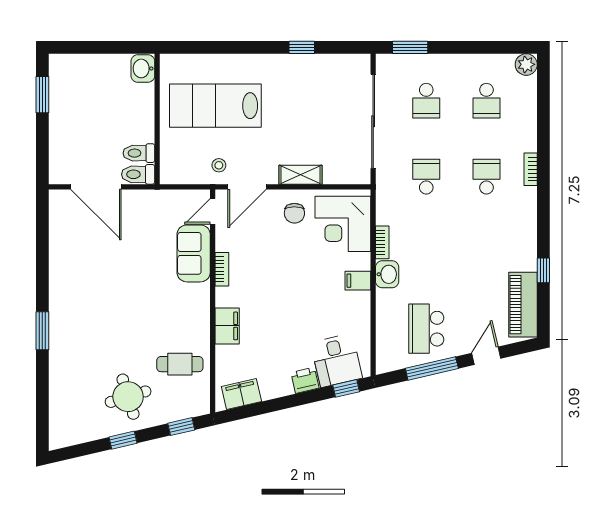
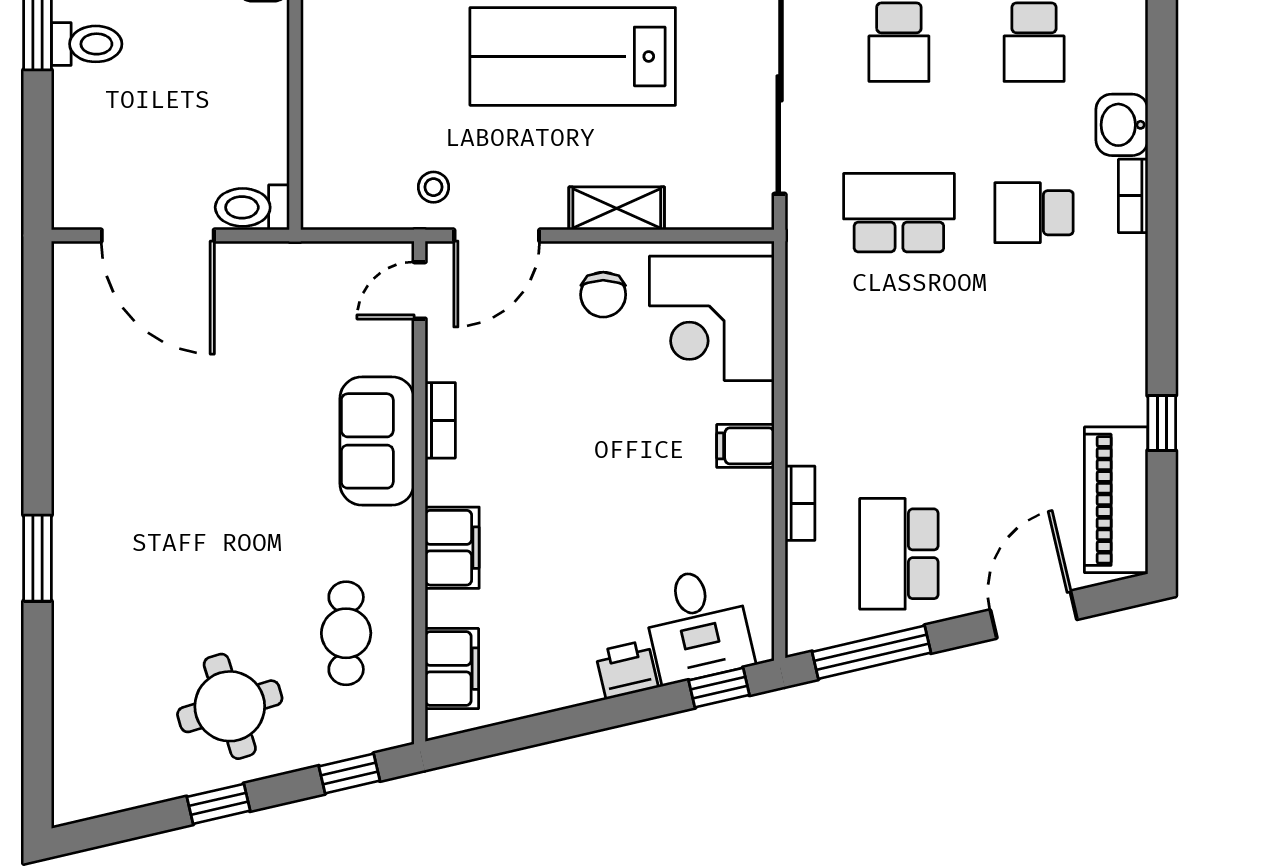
lab bench: (215, 106) -> (573, 56), moved
toilet: (139, 153) -> (87, 44), moved, turned 180
school desk: (426, 177) -> (899, 213), width x1.85
school desk: (486, 177) -> (1034, 213), turned -90
bookcase: (382, 242) -> (800, 503), moved
sofa: (194, 253) -> (377, 441), moved
washbasin: (387, 274) -> (1122, 125), moved, turned 180
door: (486, 356) -> (1034, 615), width x1.37
cafe table: (180, 364) -> (346, 633), turned 90
window: (432, 368) -> (871, 652), moved
filing cabinet: (241, 394) -> (452, 669), moved, turned 103

